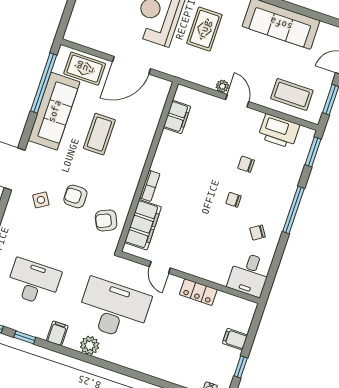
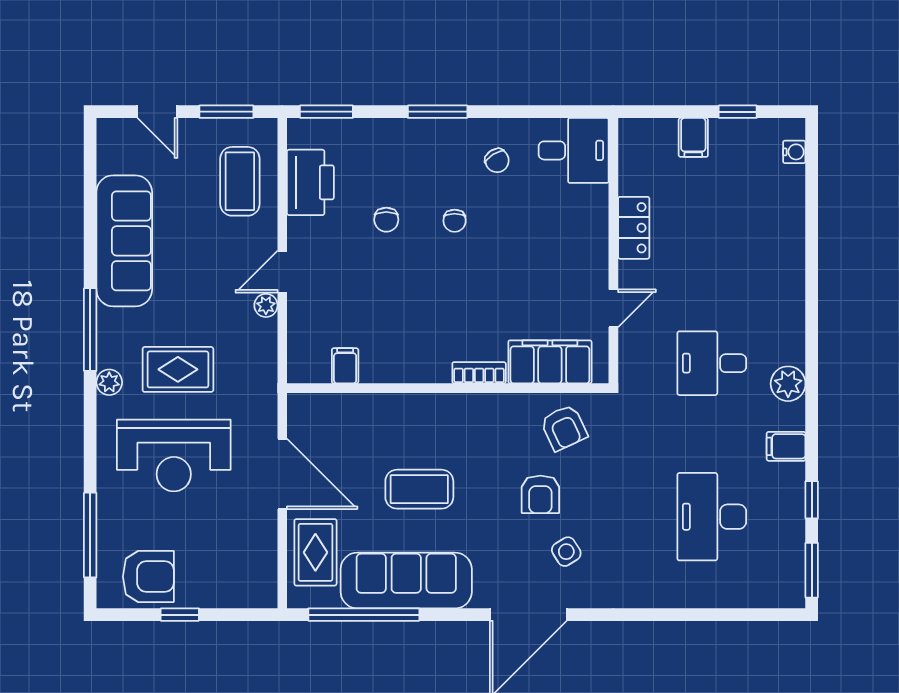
filing cabinet: (177, 117) -> (345, 366), width x0.50
window: (293, 210) -> (438, 112), width x0.69
desk: (114, 309) -> (712, 363), width x0.53, depth x0.77

